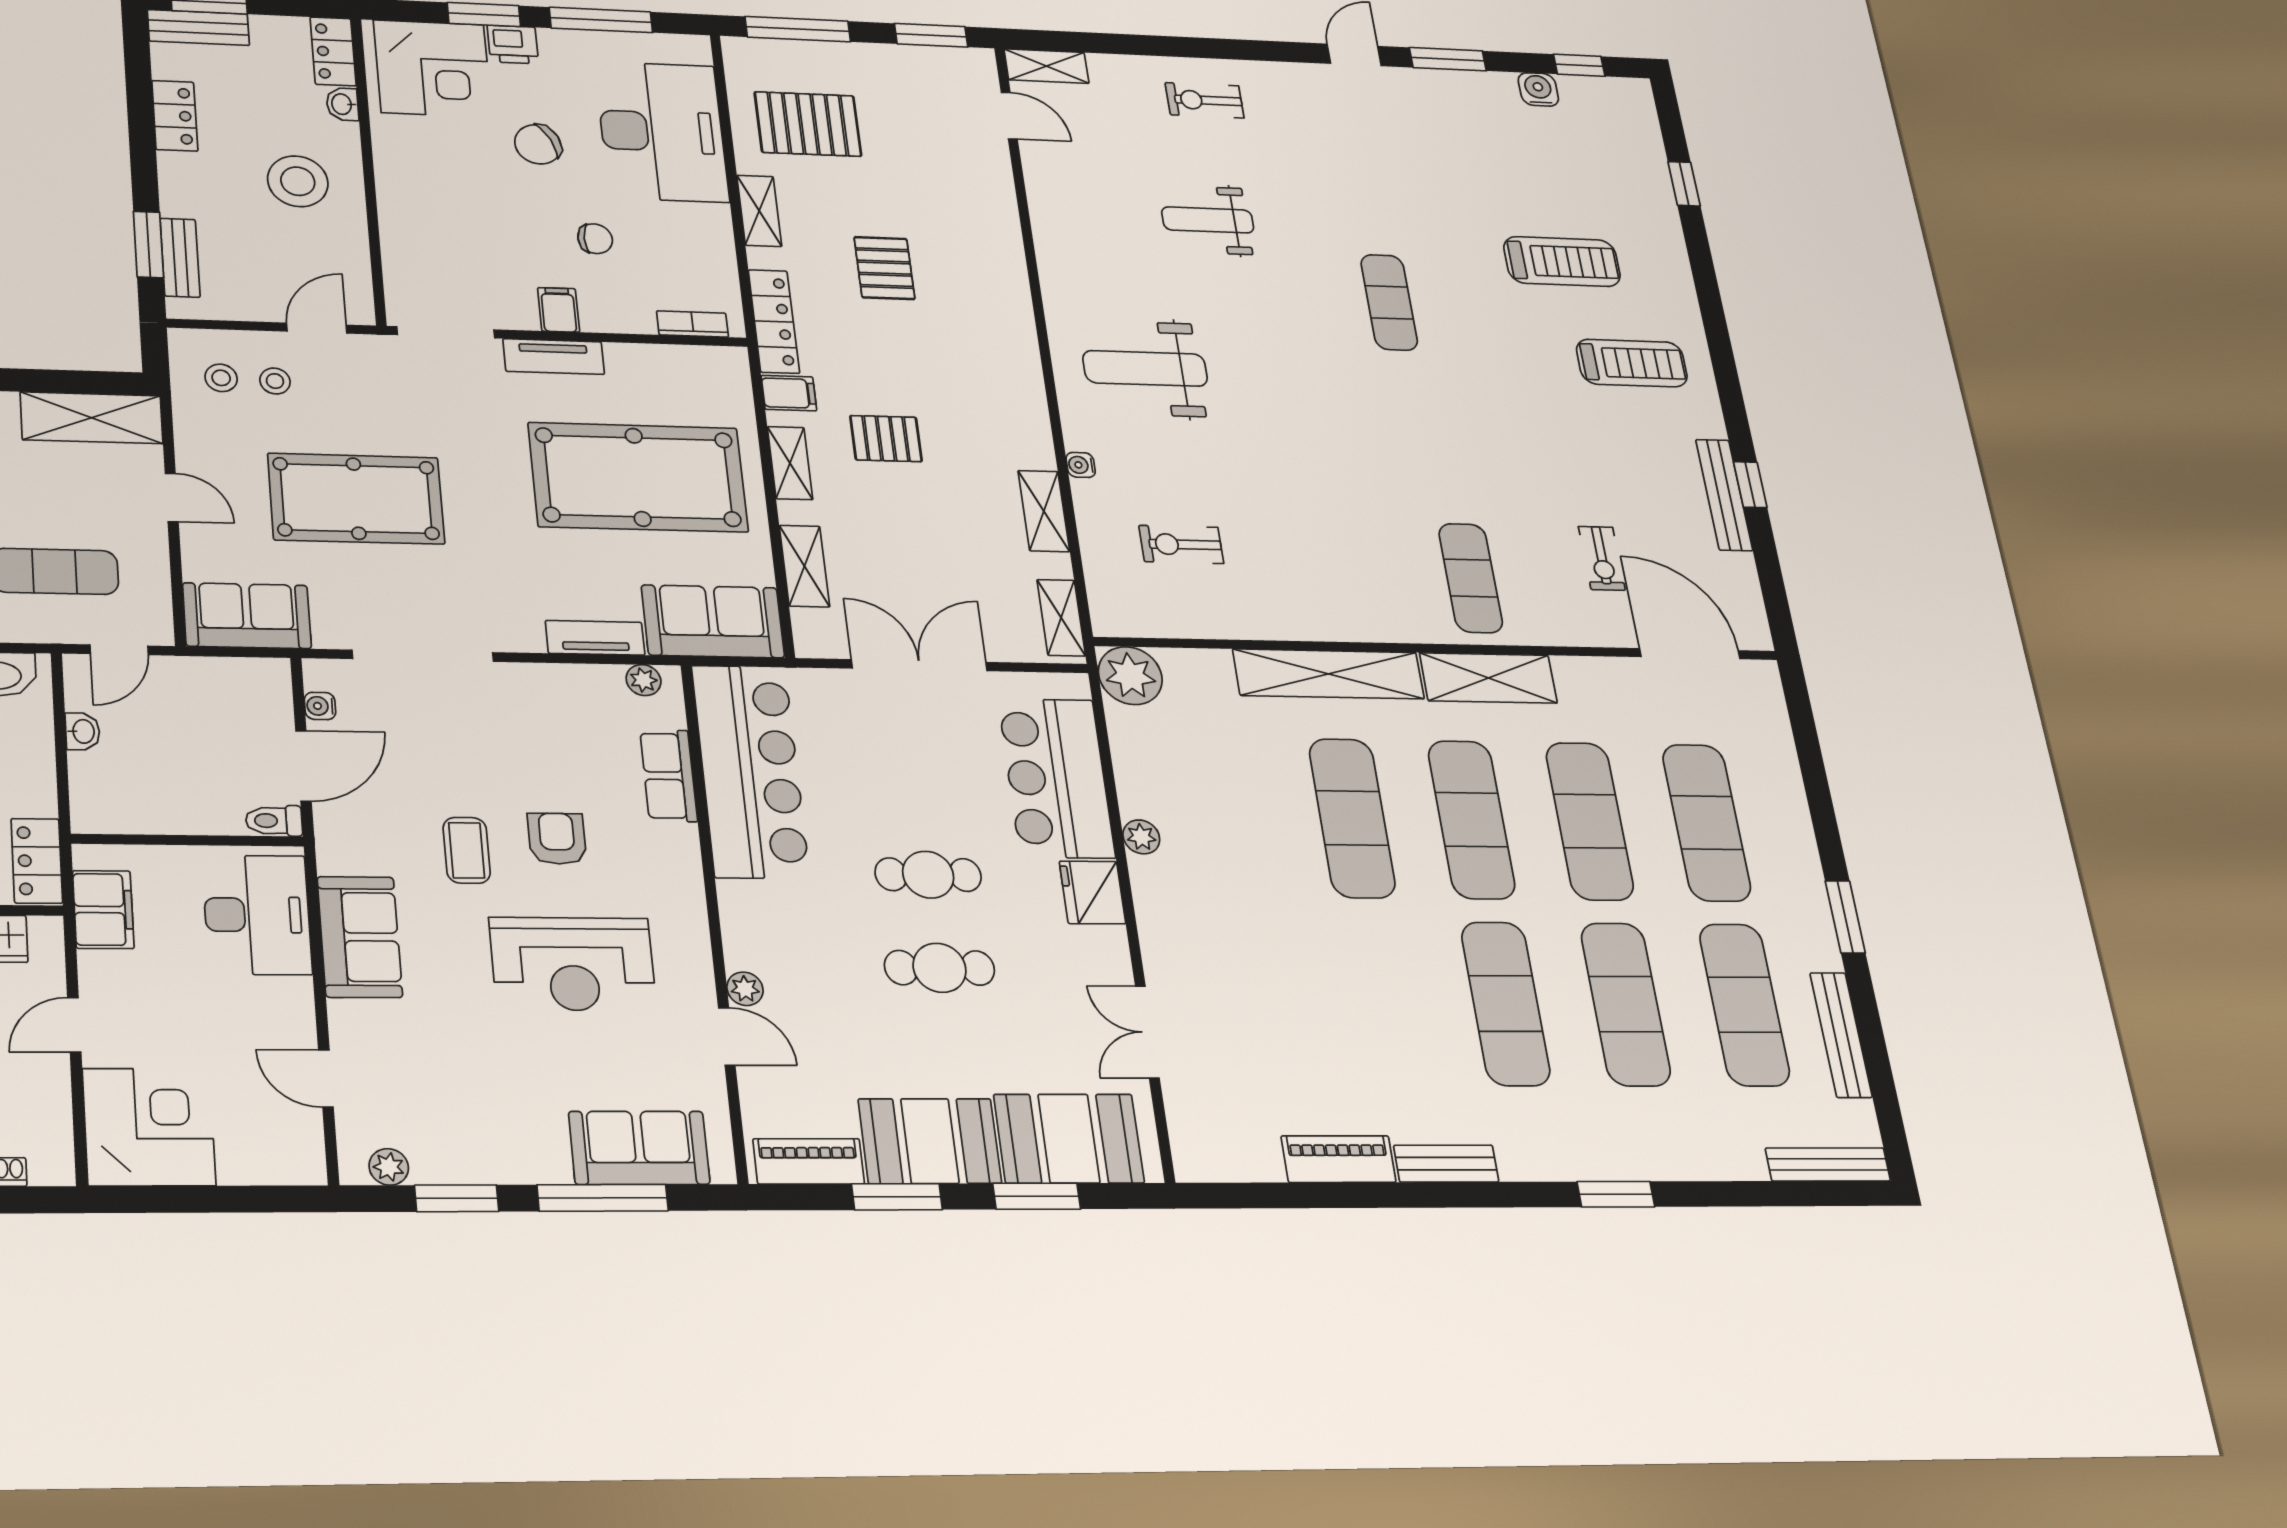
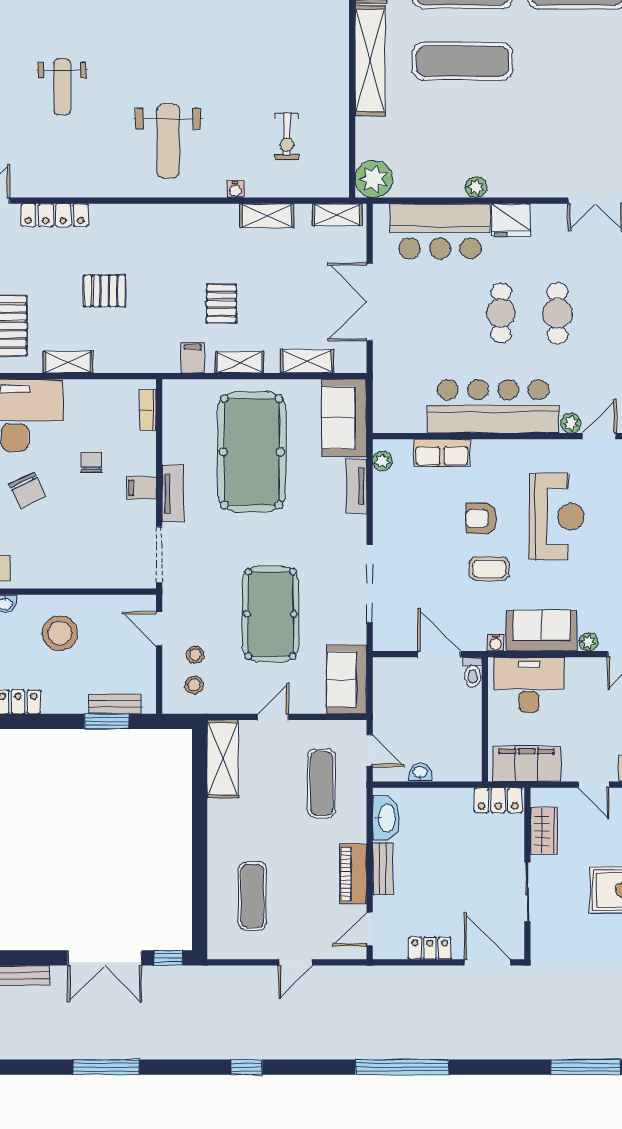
locker: (774, 321) -> (55, 215), moved, turned 180
water cooler: (320, 706) -> (496, 643), moved
bar counter: (750, 771) -> (493, 406), moved
filing cabinet: (103, 910) -> (527, 764), width x1.50, depth x1.17
plant: (345, 1017) -> (588, 642), added

